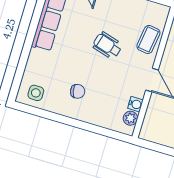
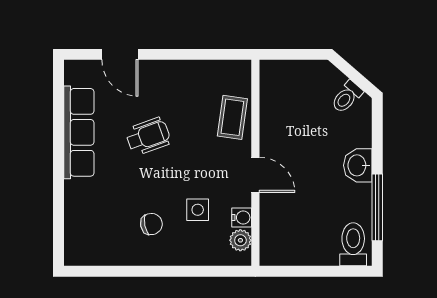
wheelchair: (107, 46) -> (148, 136), moved, turned 144
side table: (36, 93) -> (198, 210), moved

